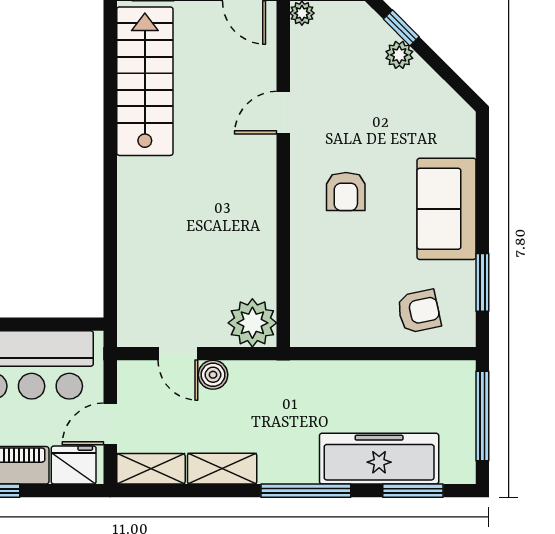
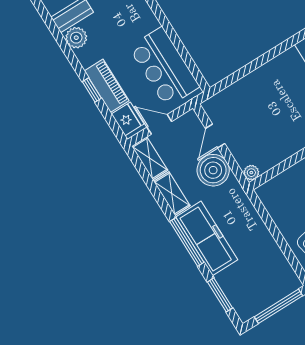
plant: (252, 323) -> (251, 173), width x0.53, depth x0.53
boiler: (213, 375) -> (213, 170), width x1.86, depth x1.86
freezer: (379, 459) -> (207, 238), moved

